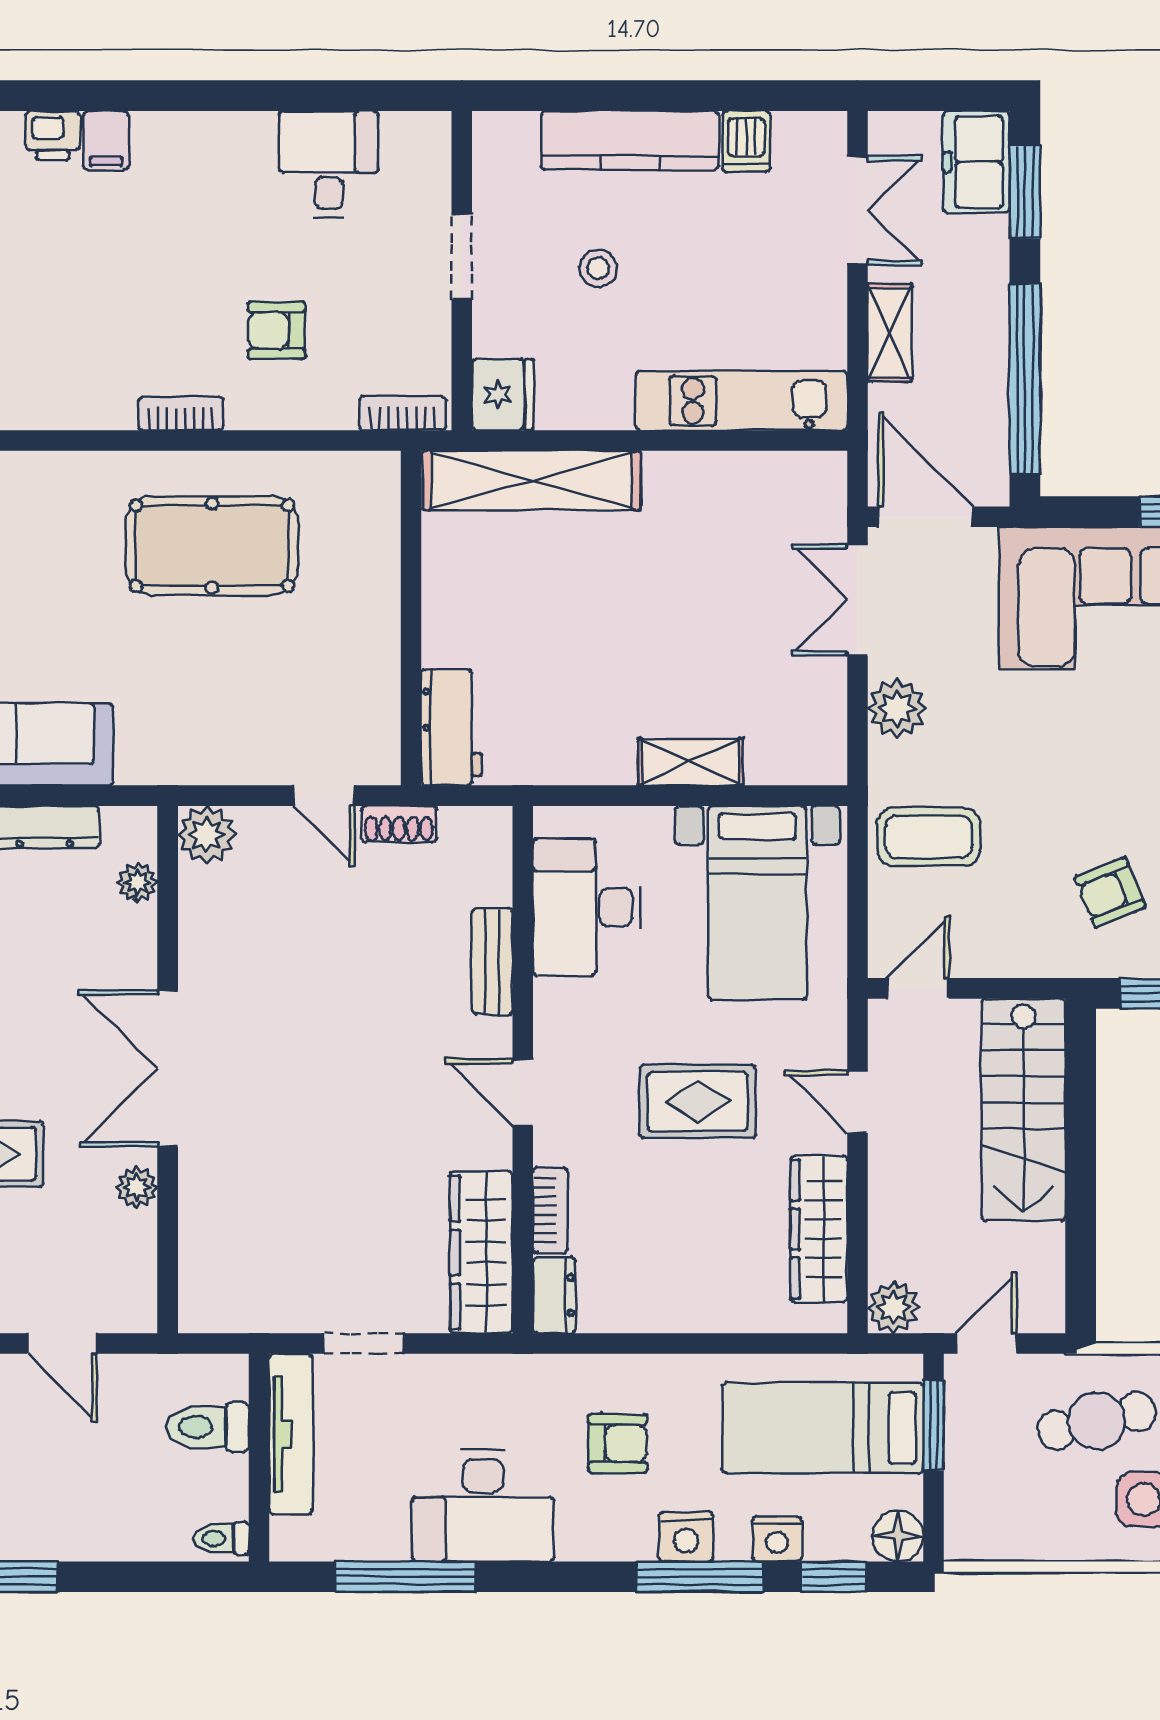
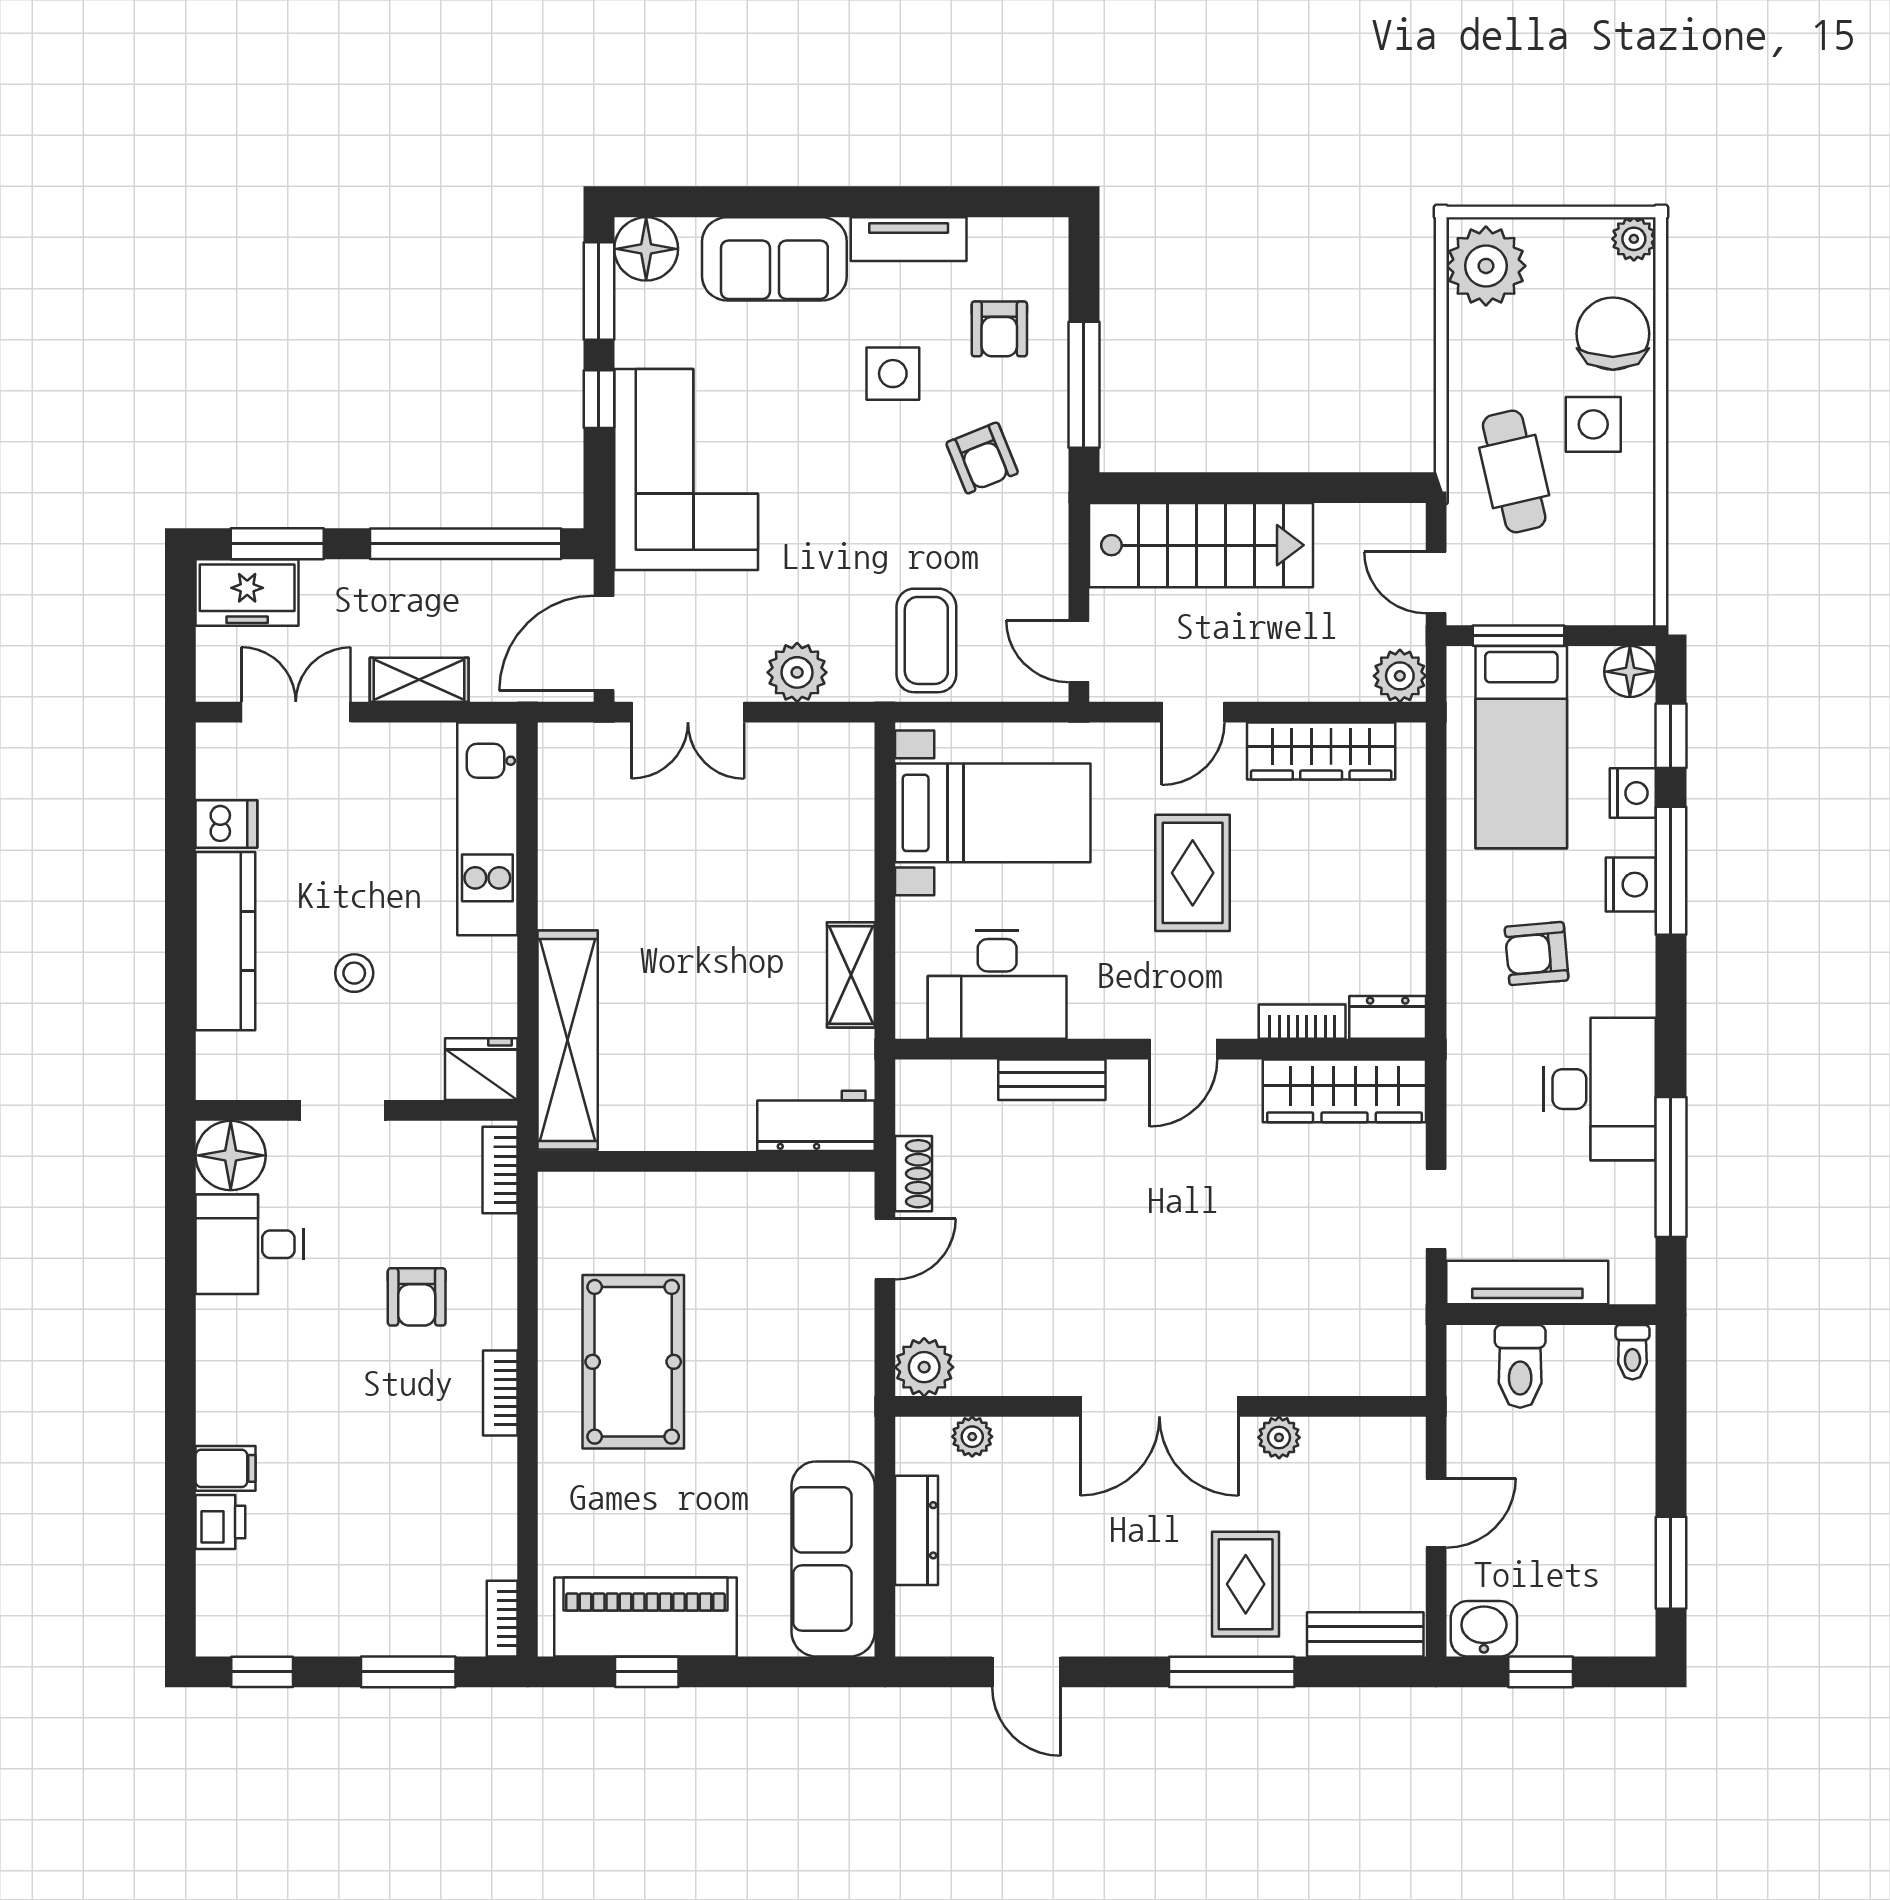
floor lamp: (417, 146) -> (231, 1155), added
shelving: (691, 762) -> (851, 975), moved
armchair: (618, 1443) -> (1537, 954), turned -95

